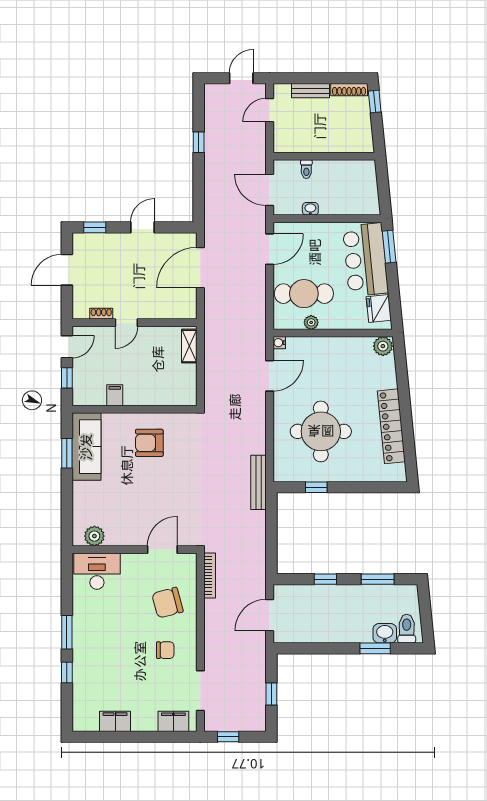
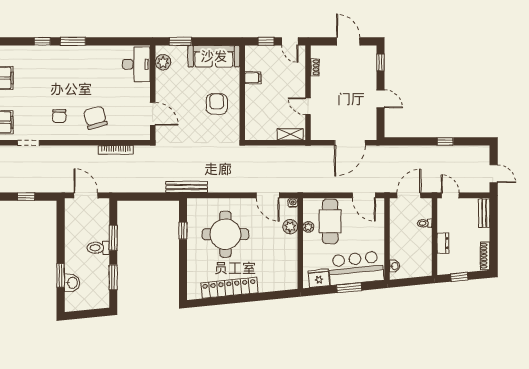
bench: (310, 91) -> (484, 213), moved
window: (375, 101) -> (459, 277), moved
door: (270, 110) -> (450, 195), moved
dresser: (332, 145) -> (443, 243), added
washbasin: (310, 209) -> (395, 266), moved
window: (389, 247) -> (349, 288), moved
door: (200, 268) -> (350, 143), swing flipped
door: (126, 323) -> (308, 106), moved
plant: (383, 346) -> (290, 227), moved
window: (67, 453) -> (180, 41), moved
plant: (94, 536) -> (163, 62), moved
wall: (134, 550) -> (153, 93), moved
door: (162, 550) -> (153, 114), moved
desk: (97, 571) -> (136, 64), moved
window: (325, 579) -> (113, 238), width x1.50
toilet: (407, 629) -> (98, 248), moved, turned 180
doorway: (200, 691) -> (28, 143), width x0.73

